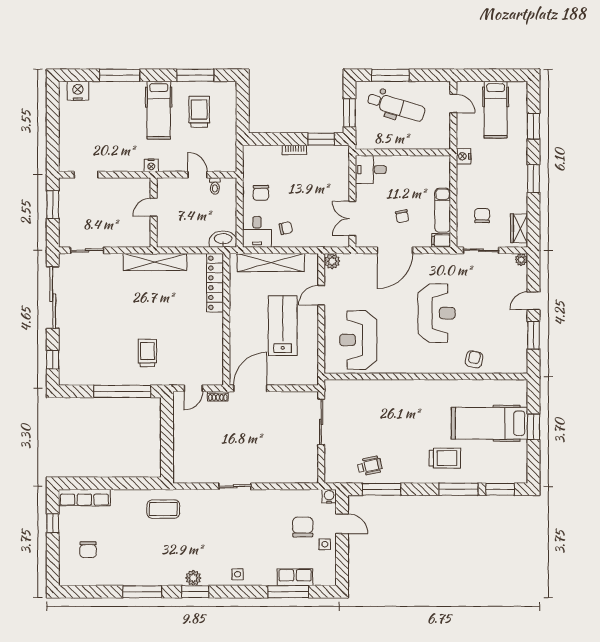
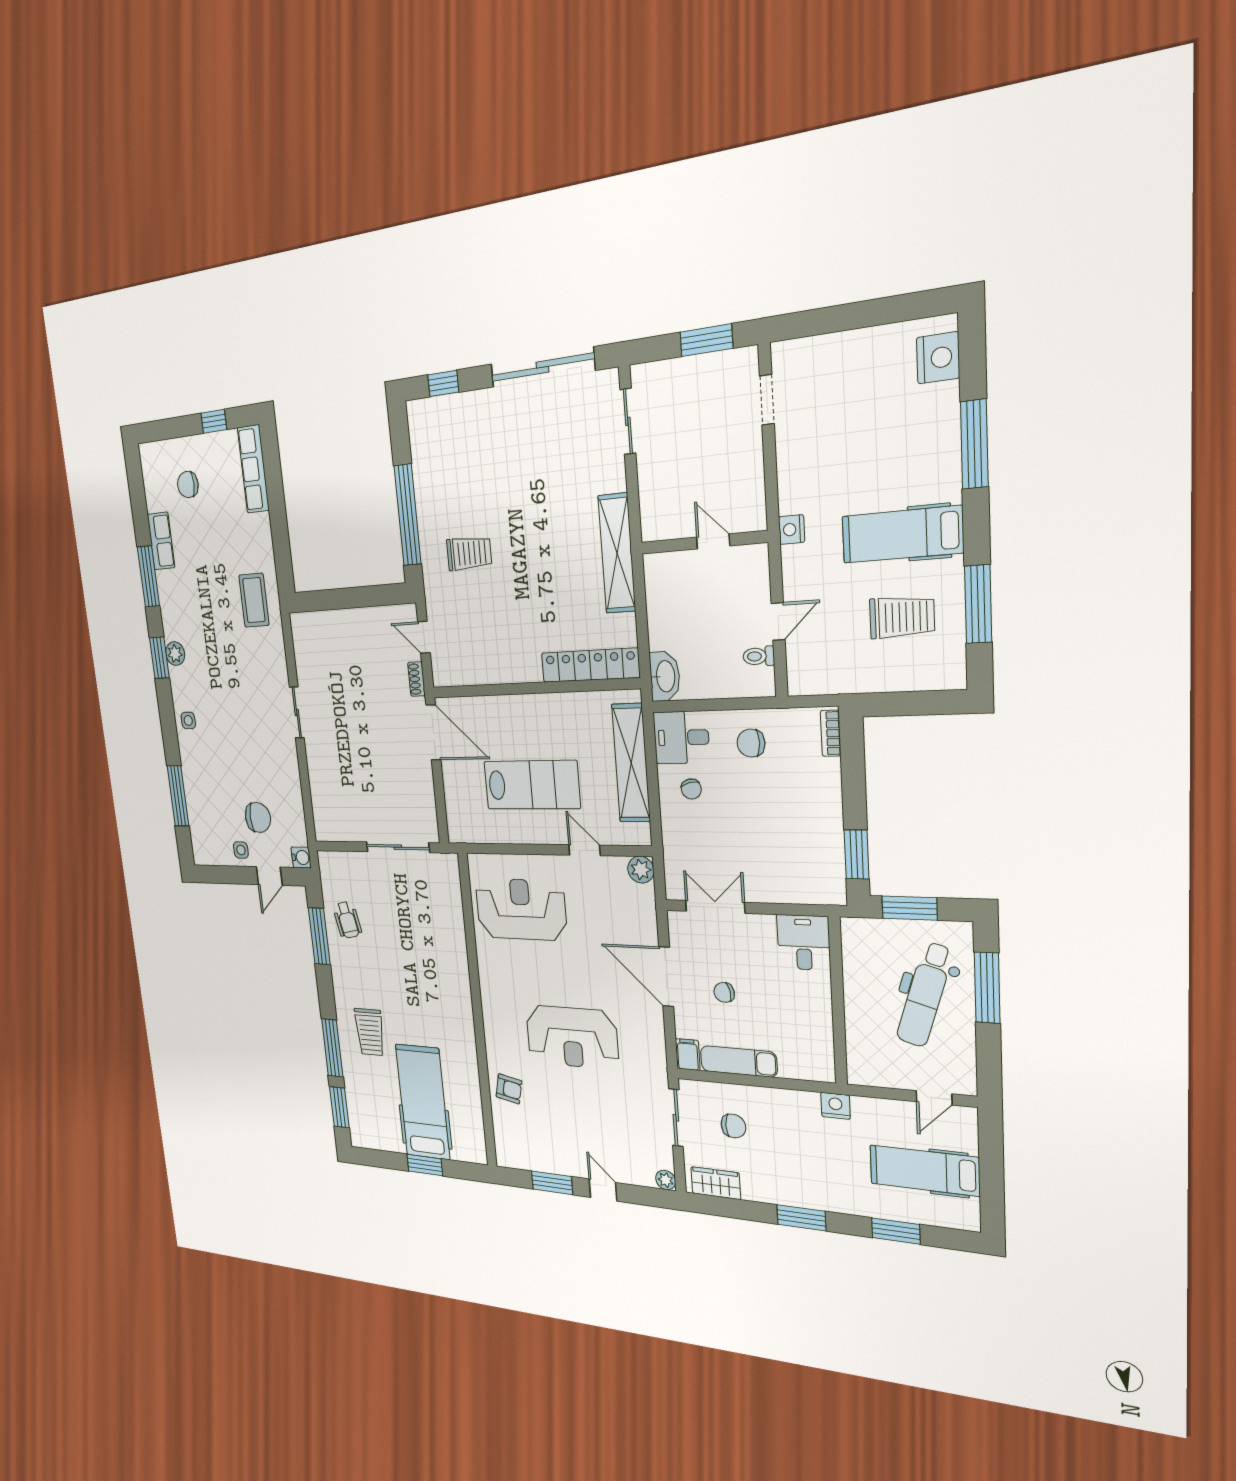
bookcase: (294, 150) -> (831, 733), moved
row of seats: (295, 577) -> (161, 541), moved

